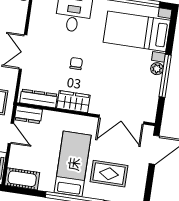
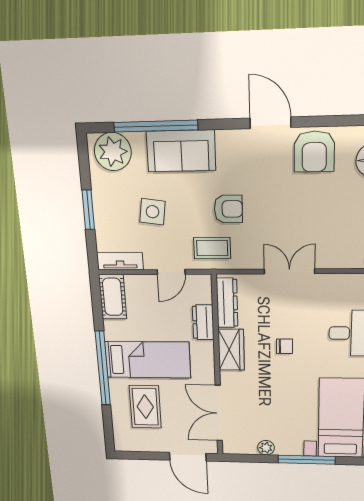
plant: (157, 69) -> (266, 448), moved
window: (165, 76) -> (307, 460), moved
dresser: (28, 115) -> (203, 322), moved

